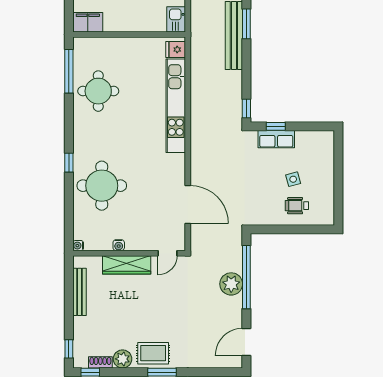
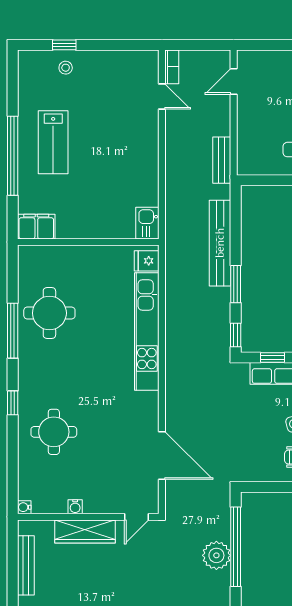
window: (246, 24) -> (236, 284), moved
window: (69, 71) -> (13, 331), moved
round table: (102, 186) -> (54, 432), width x0.73, depth x0.73

